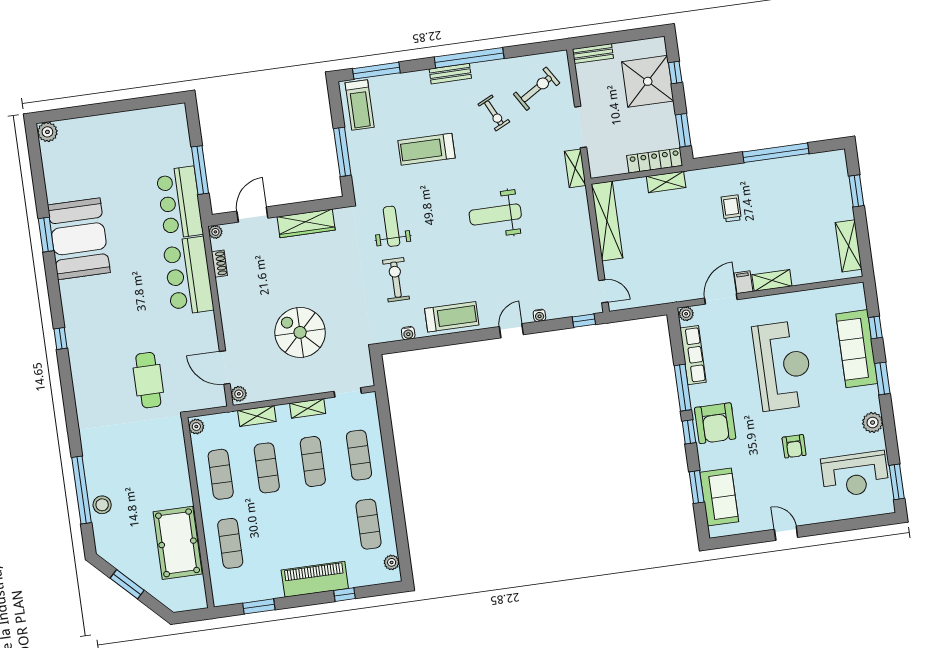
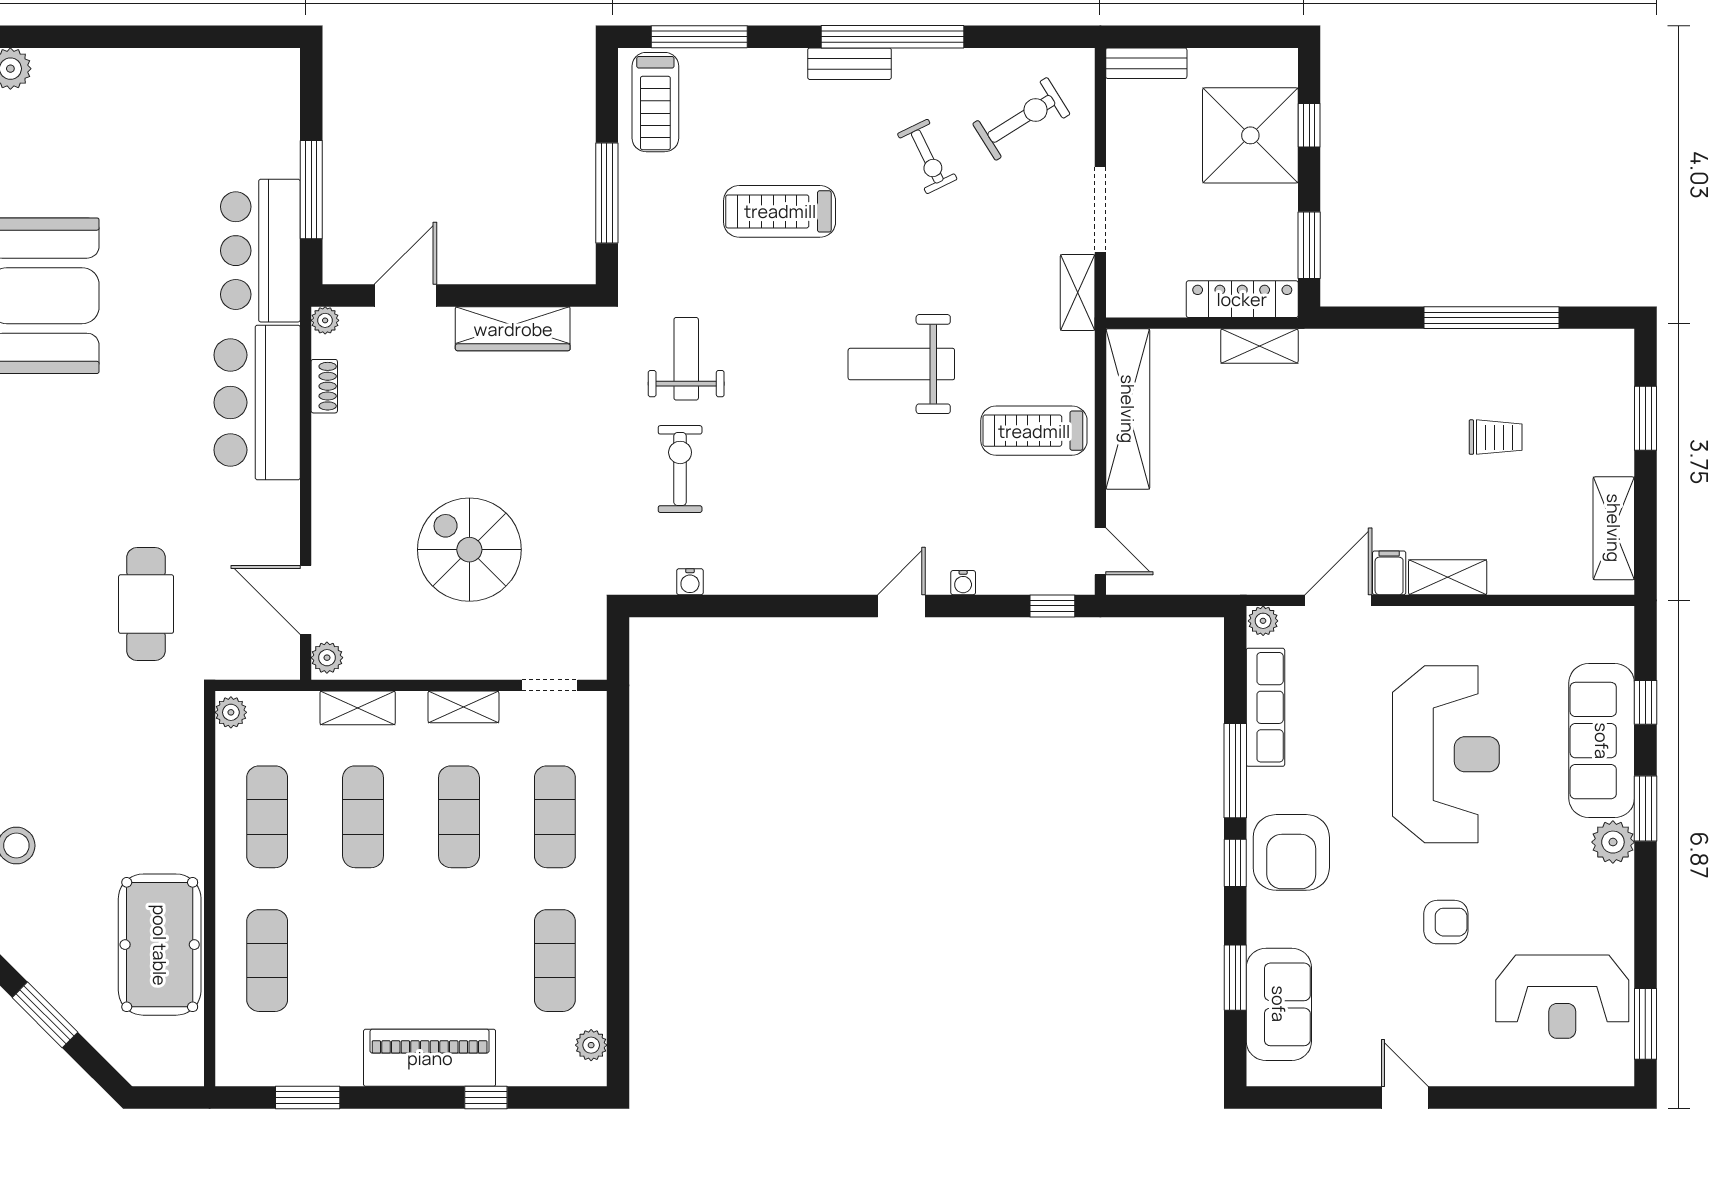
trolley: (731, 208) -> (1496, 437), moved, turned 90
treadmill: (452, 317) -> (1034, 431), moved, turned 180
plant: (873, 422) -> (1613, 842), moved
armchair: (794, 446) -> (1446, 922), turned -90

